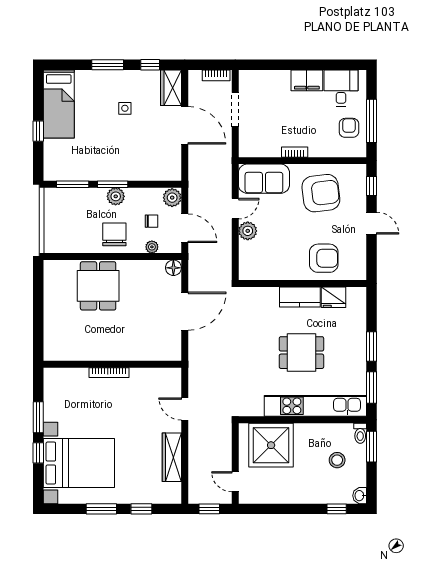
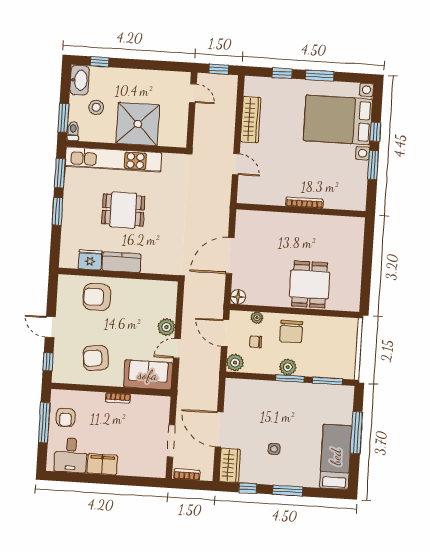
window: (38, 131) -> (356, 433), width x2.17
armchair: (321, 193) -> (96, 358), width x0.73, depth x0.73
shower: (271, 445) -> (138, 124), moved
washbasin: (360, 496) -> (80, 80), width x1.91, depth x1.45

